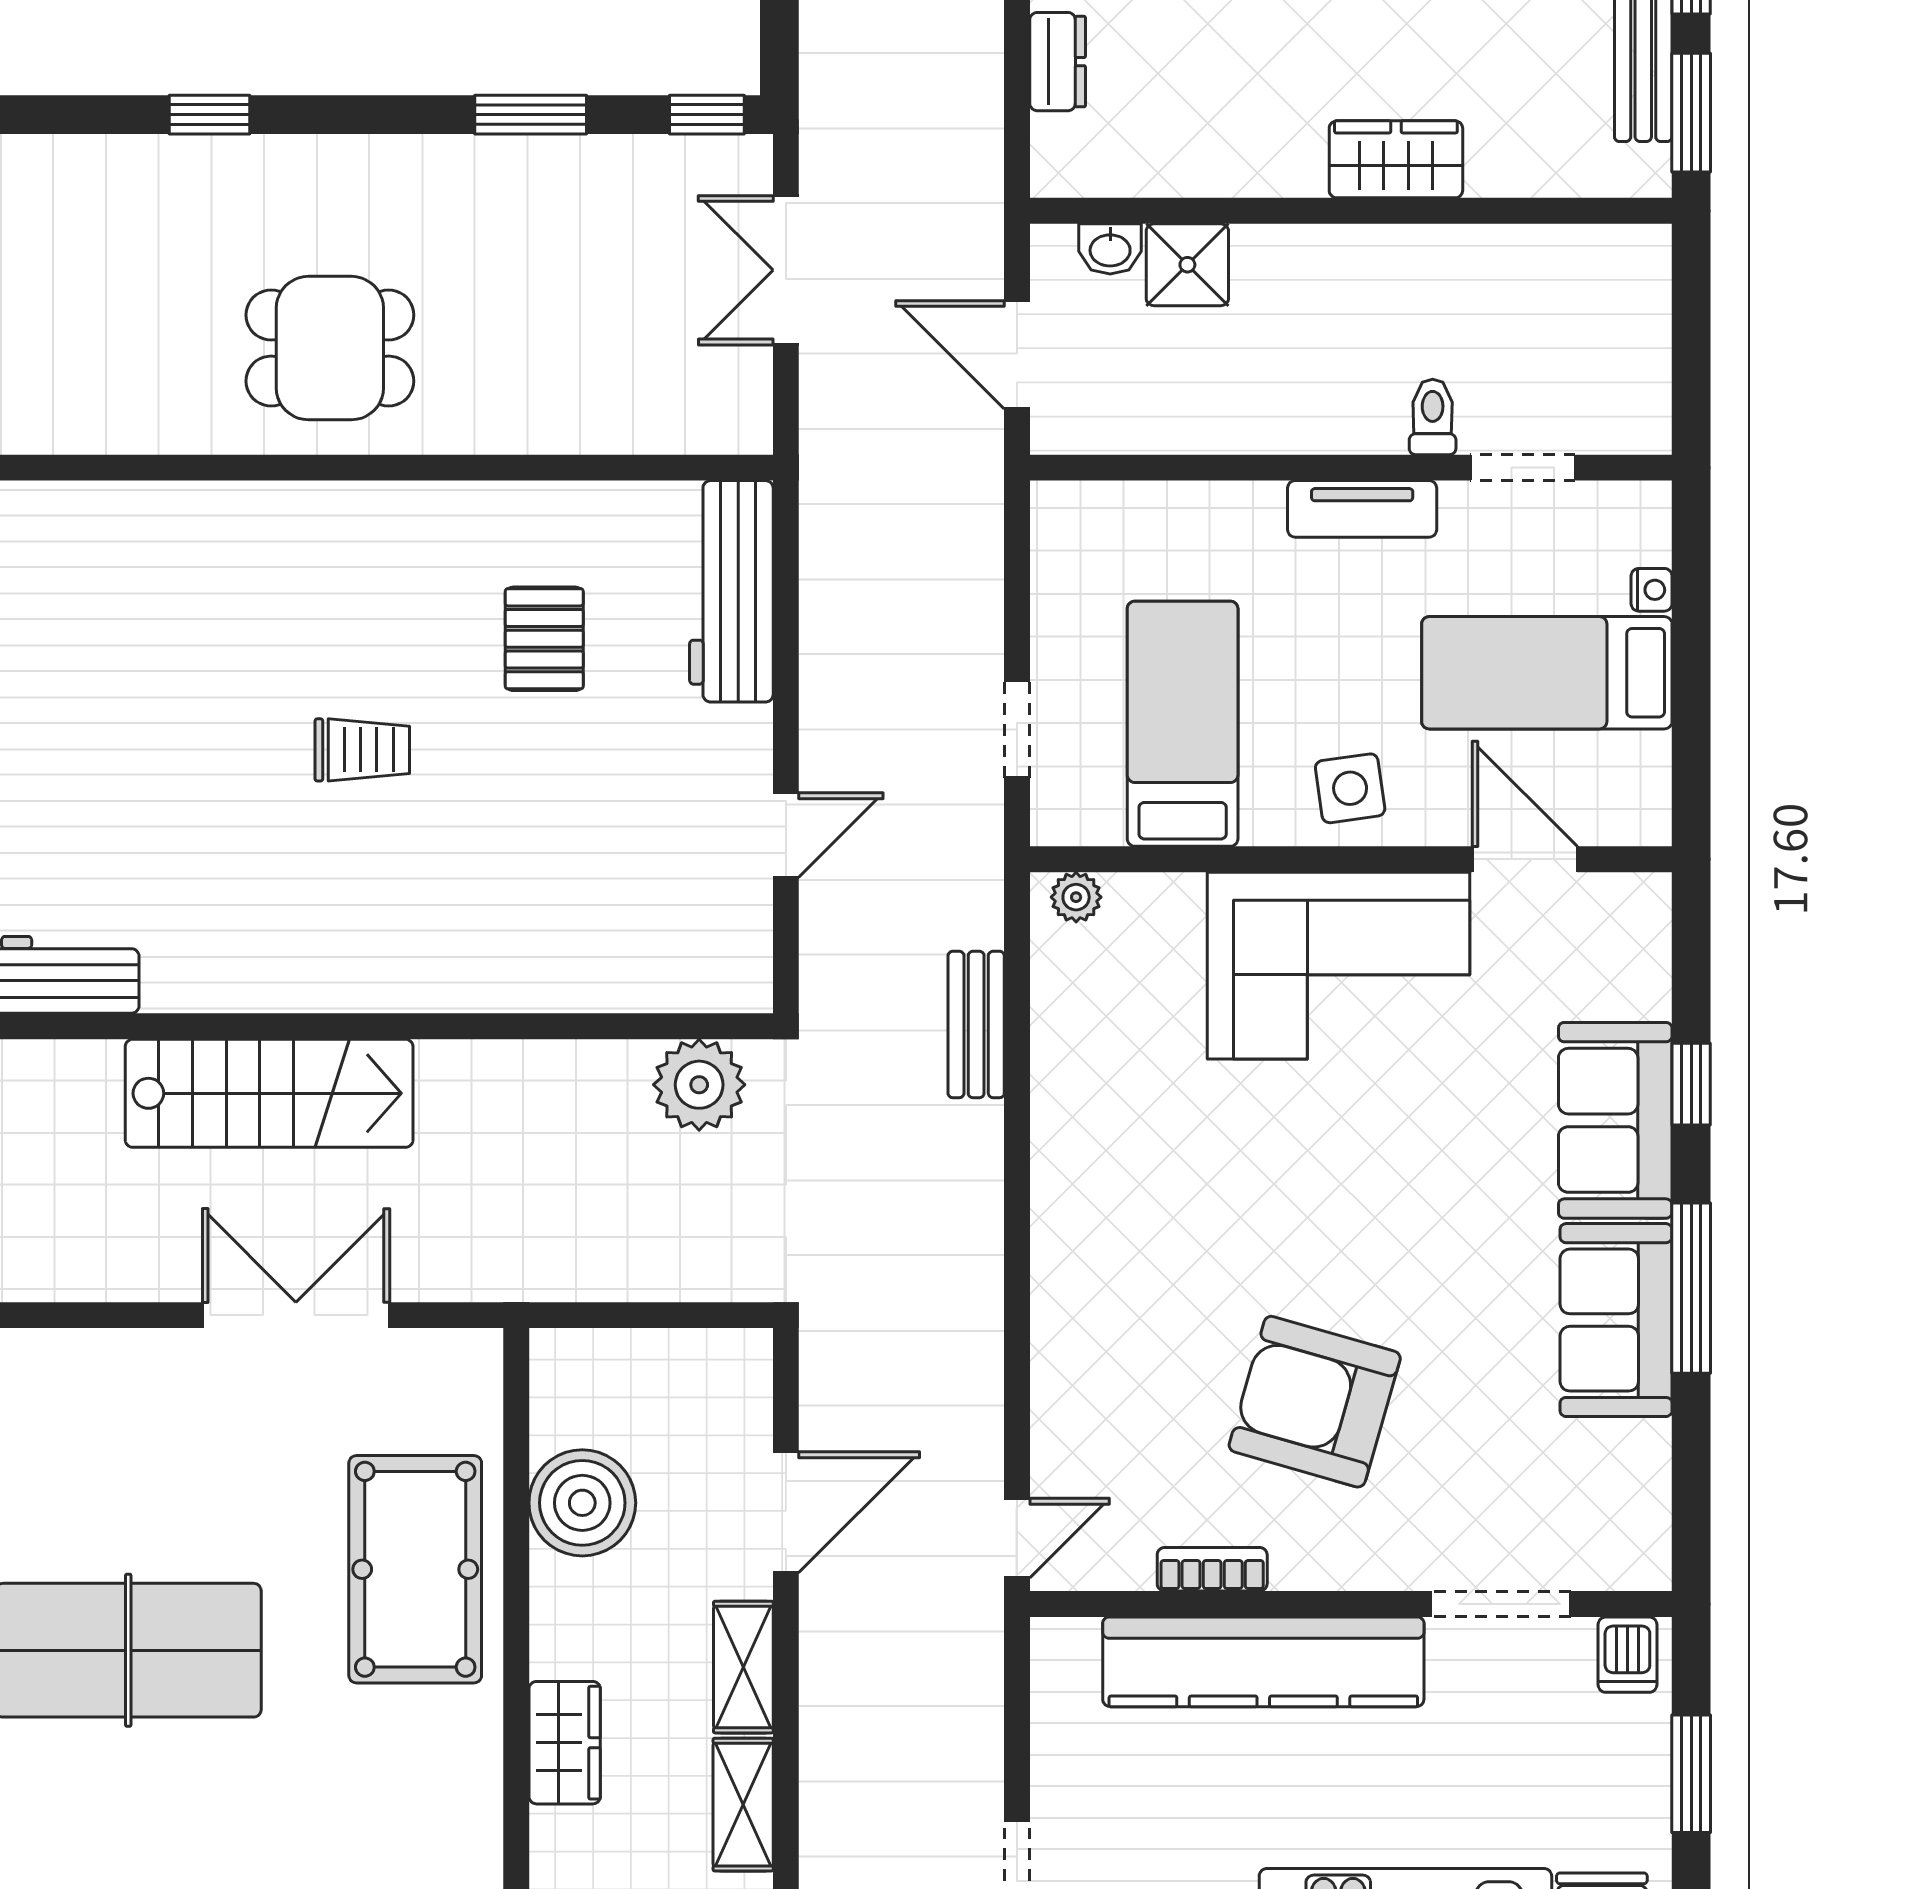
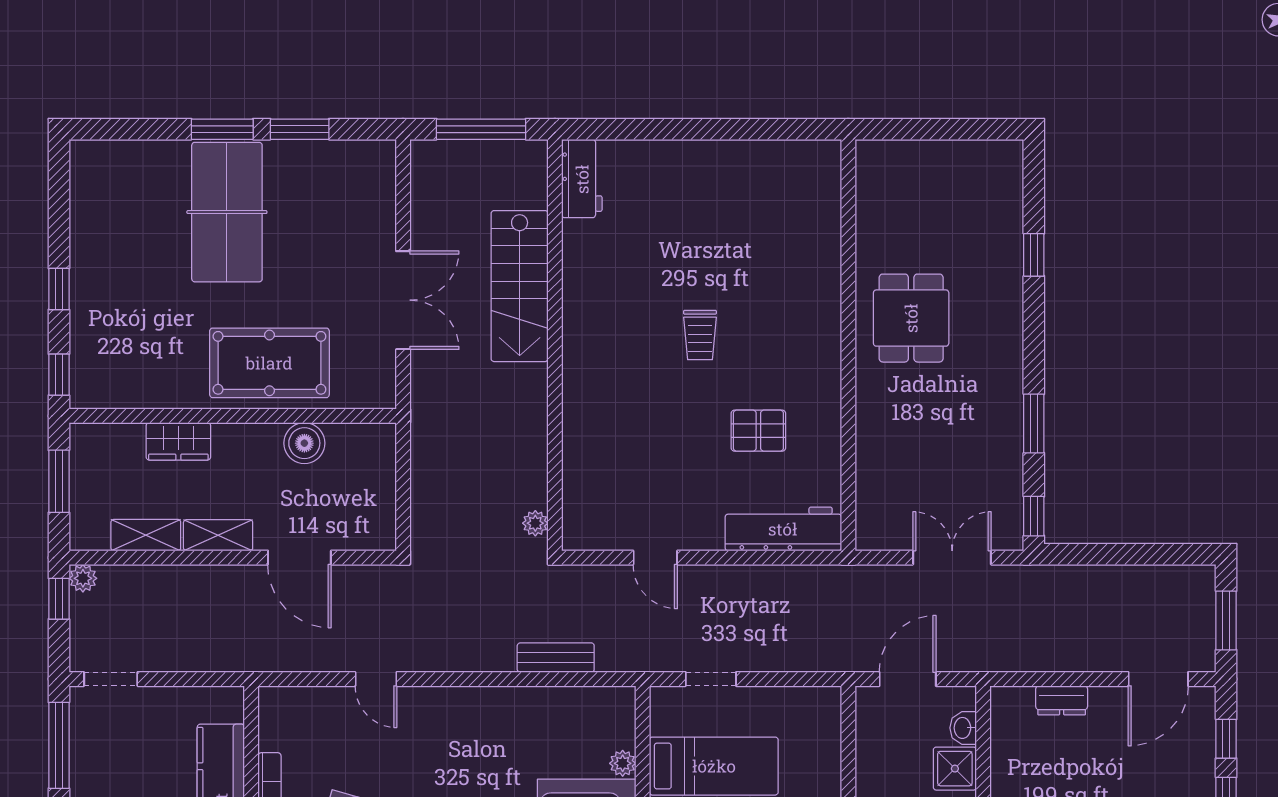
plant: (1076, 897) -> (623, 763), moved
plant: (699, 1085) -> (535, 523), width x0.53, depth x0.53
boiler: (582, 1503) -> (304, 443), width x0.73, depth x0.73
door: (1017, 1538) -> (376, 679), moved

